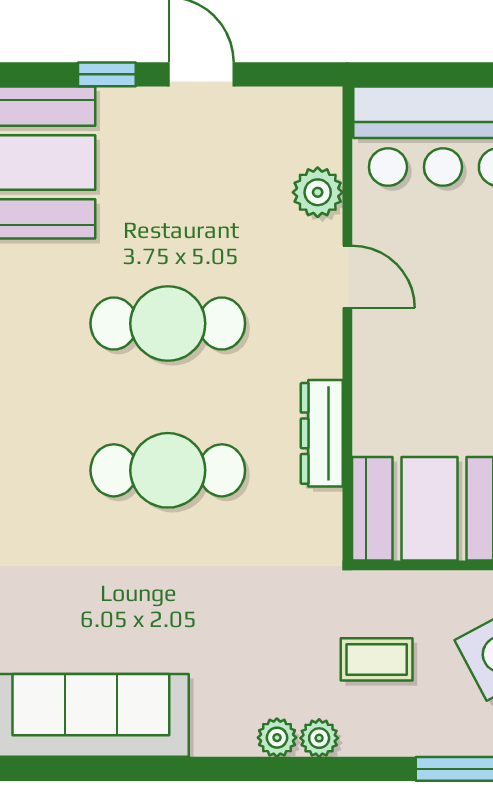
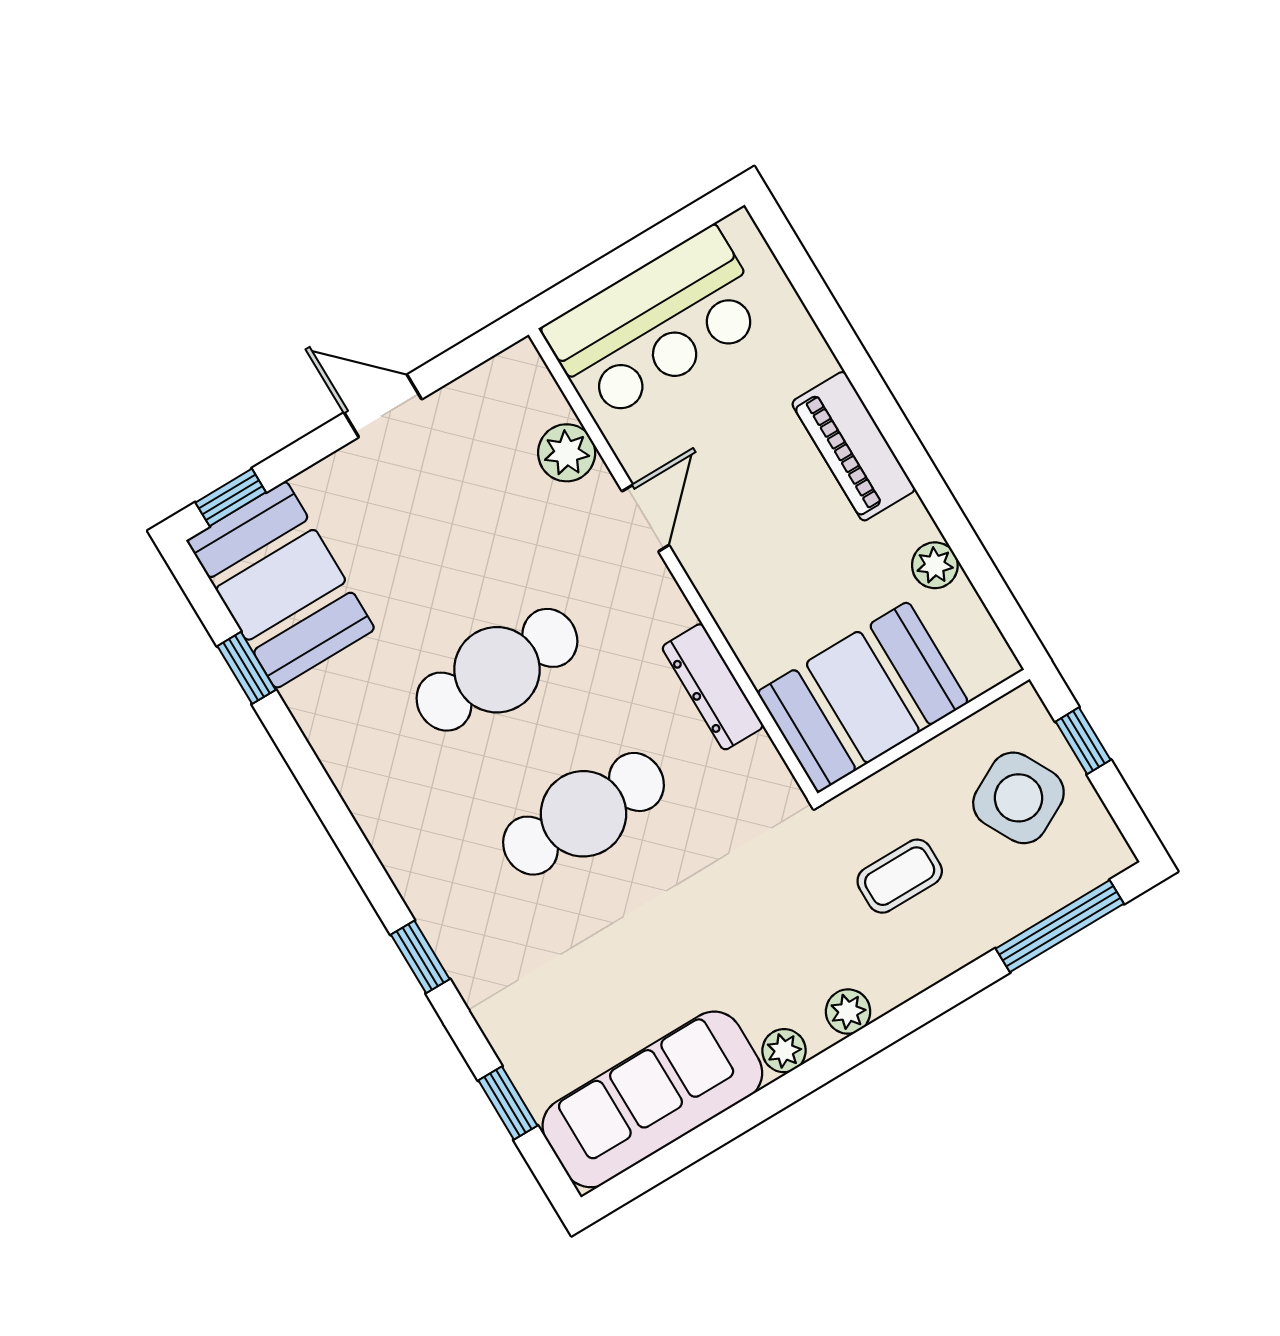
window: (107, 74) -> (231, 497), moved
door: (347, 277) -> (646, 518), hinge flipped
plant: (319, 738) -> (784, 1051), moved

